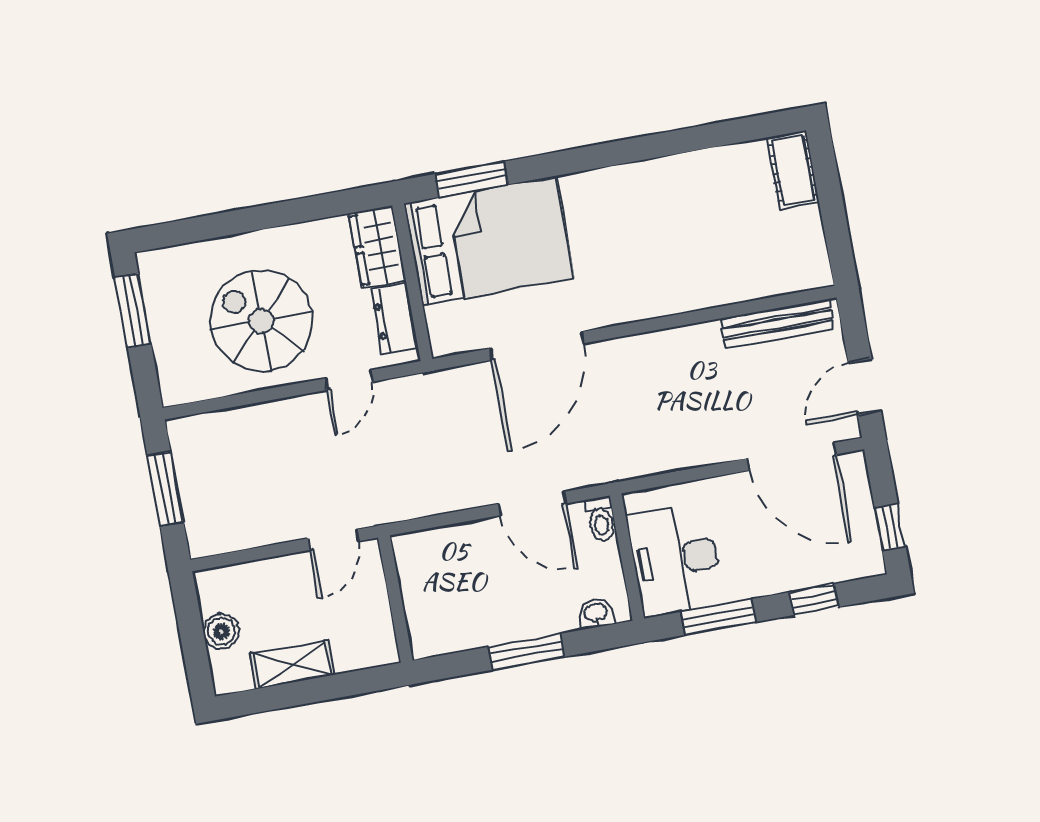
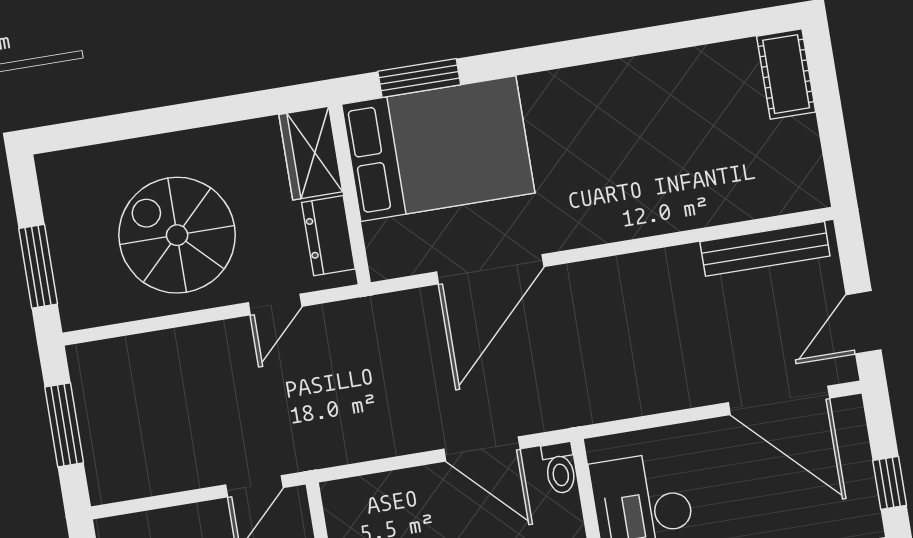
window: (133, 310) -> (38, 266), moved

